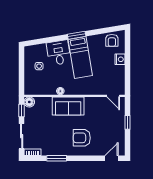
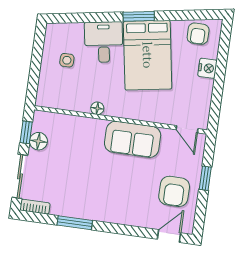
bed: (80, 57) -> (148, 55), width x1.50
floor lamp: (29, 102) -> (38, 141), moved
sofa: (68, 106) -> (133, 139), moved
armchair: (82, 138) -> (174, 191), moved, turned -90

